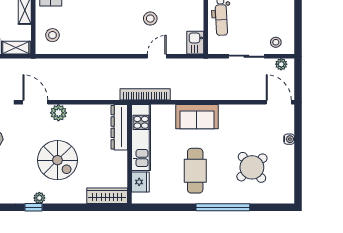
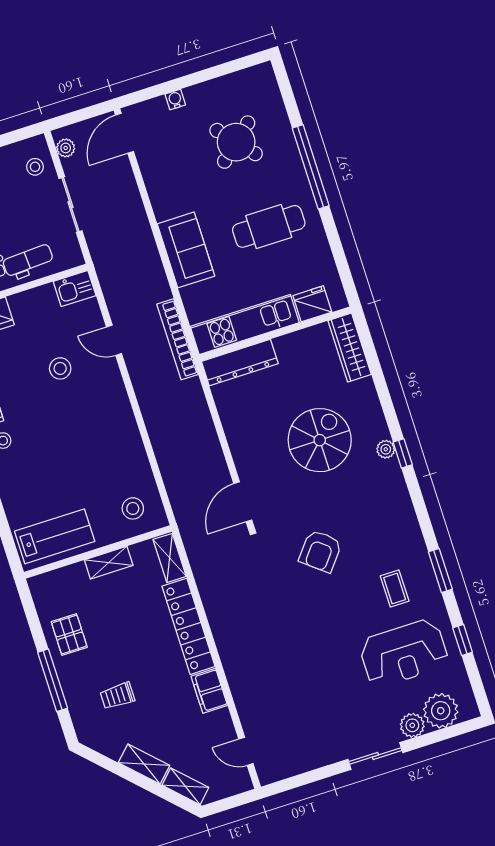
plant: (58, 113) -> (247, 462), removed

